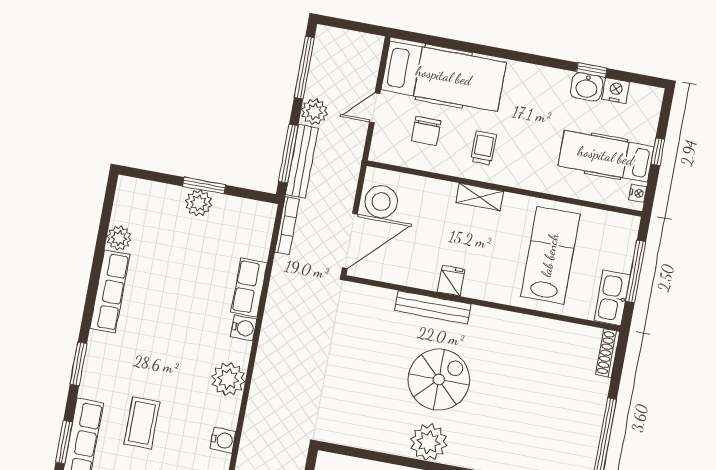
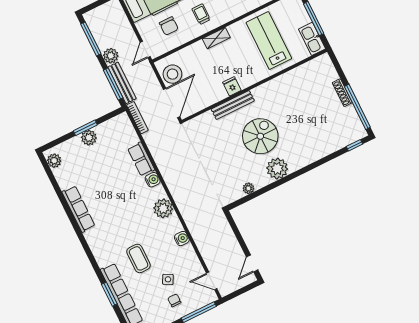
door: (375, 108) -> (145, 50), moved
plant: (119, 238) -> (54, 161), moved
shoe rack: (608, 353) -> (342, 93), moved
window: (78, 364) -> (89, 253), removed
plant: (368, 440) -> (248, 188), added

